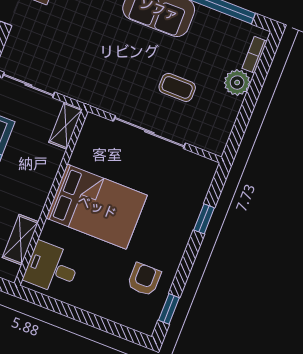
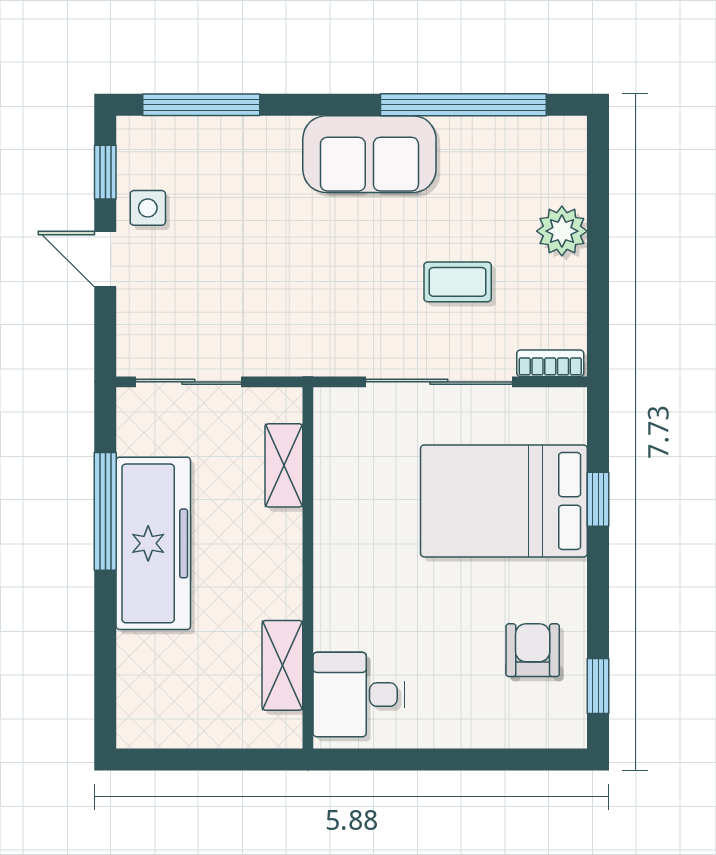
bookcase: (255, 55) -> (550, 363), moved, turned 90
shelving: (66, 126) -> (284, 465), moved
bed: (97, 207) -> (504, 501), moved, turned 180

